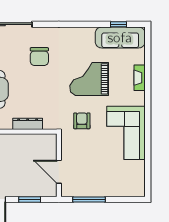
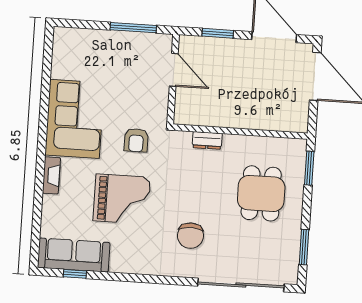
chair: (39, 57) -> (190, 236), turned 180
fireplace: (140, 78) -> (51, 175), moved
dresser: (28, 124) -> (207, 140), width x0.70

